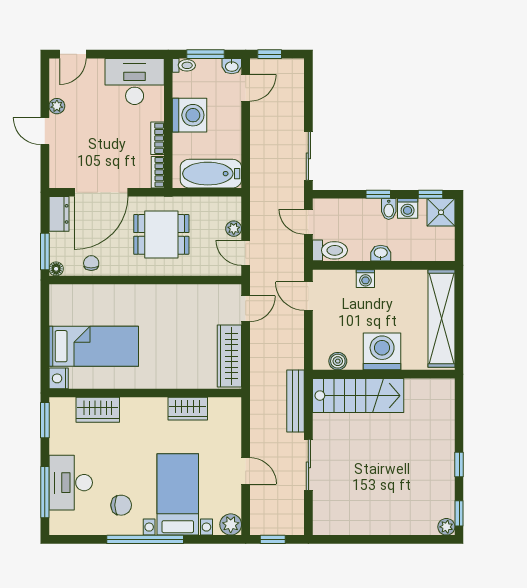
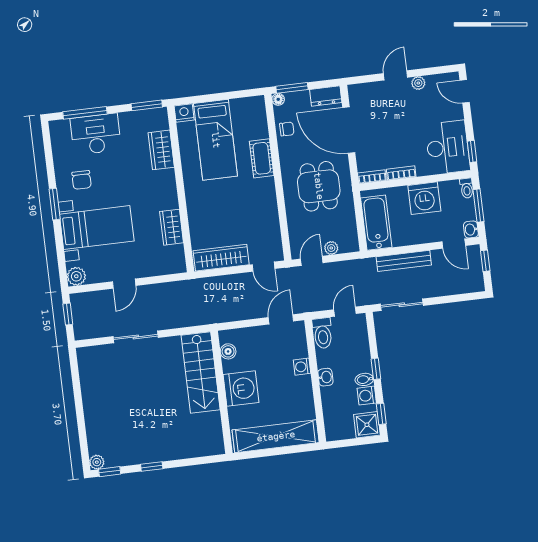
window: (143, 54) -> (472, 151), added
cot: (121, 296) -> (262, 158), added
bench: (296, 401) -> (404, 261), moved
window: (145, 539) -> (55, 204), width x0.47

